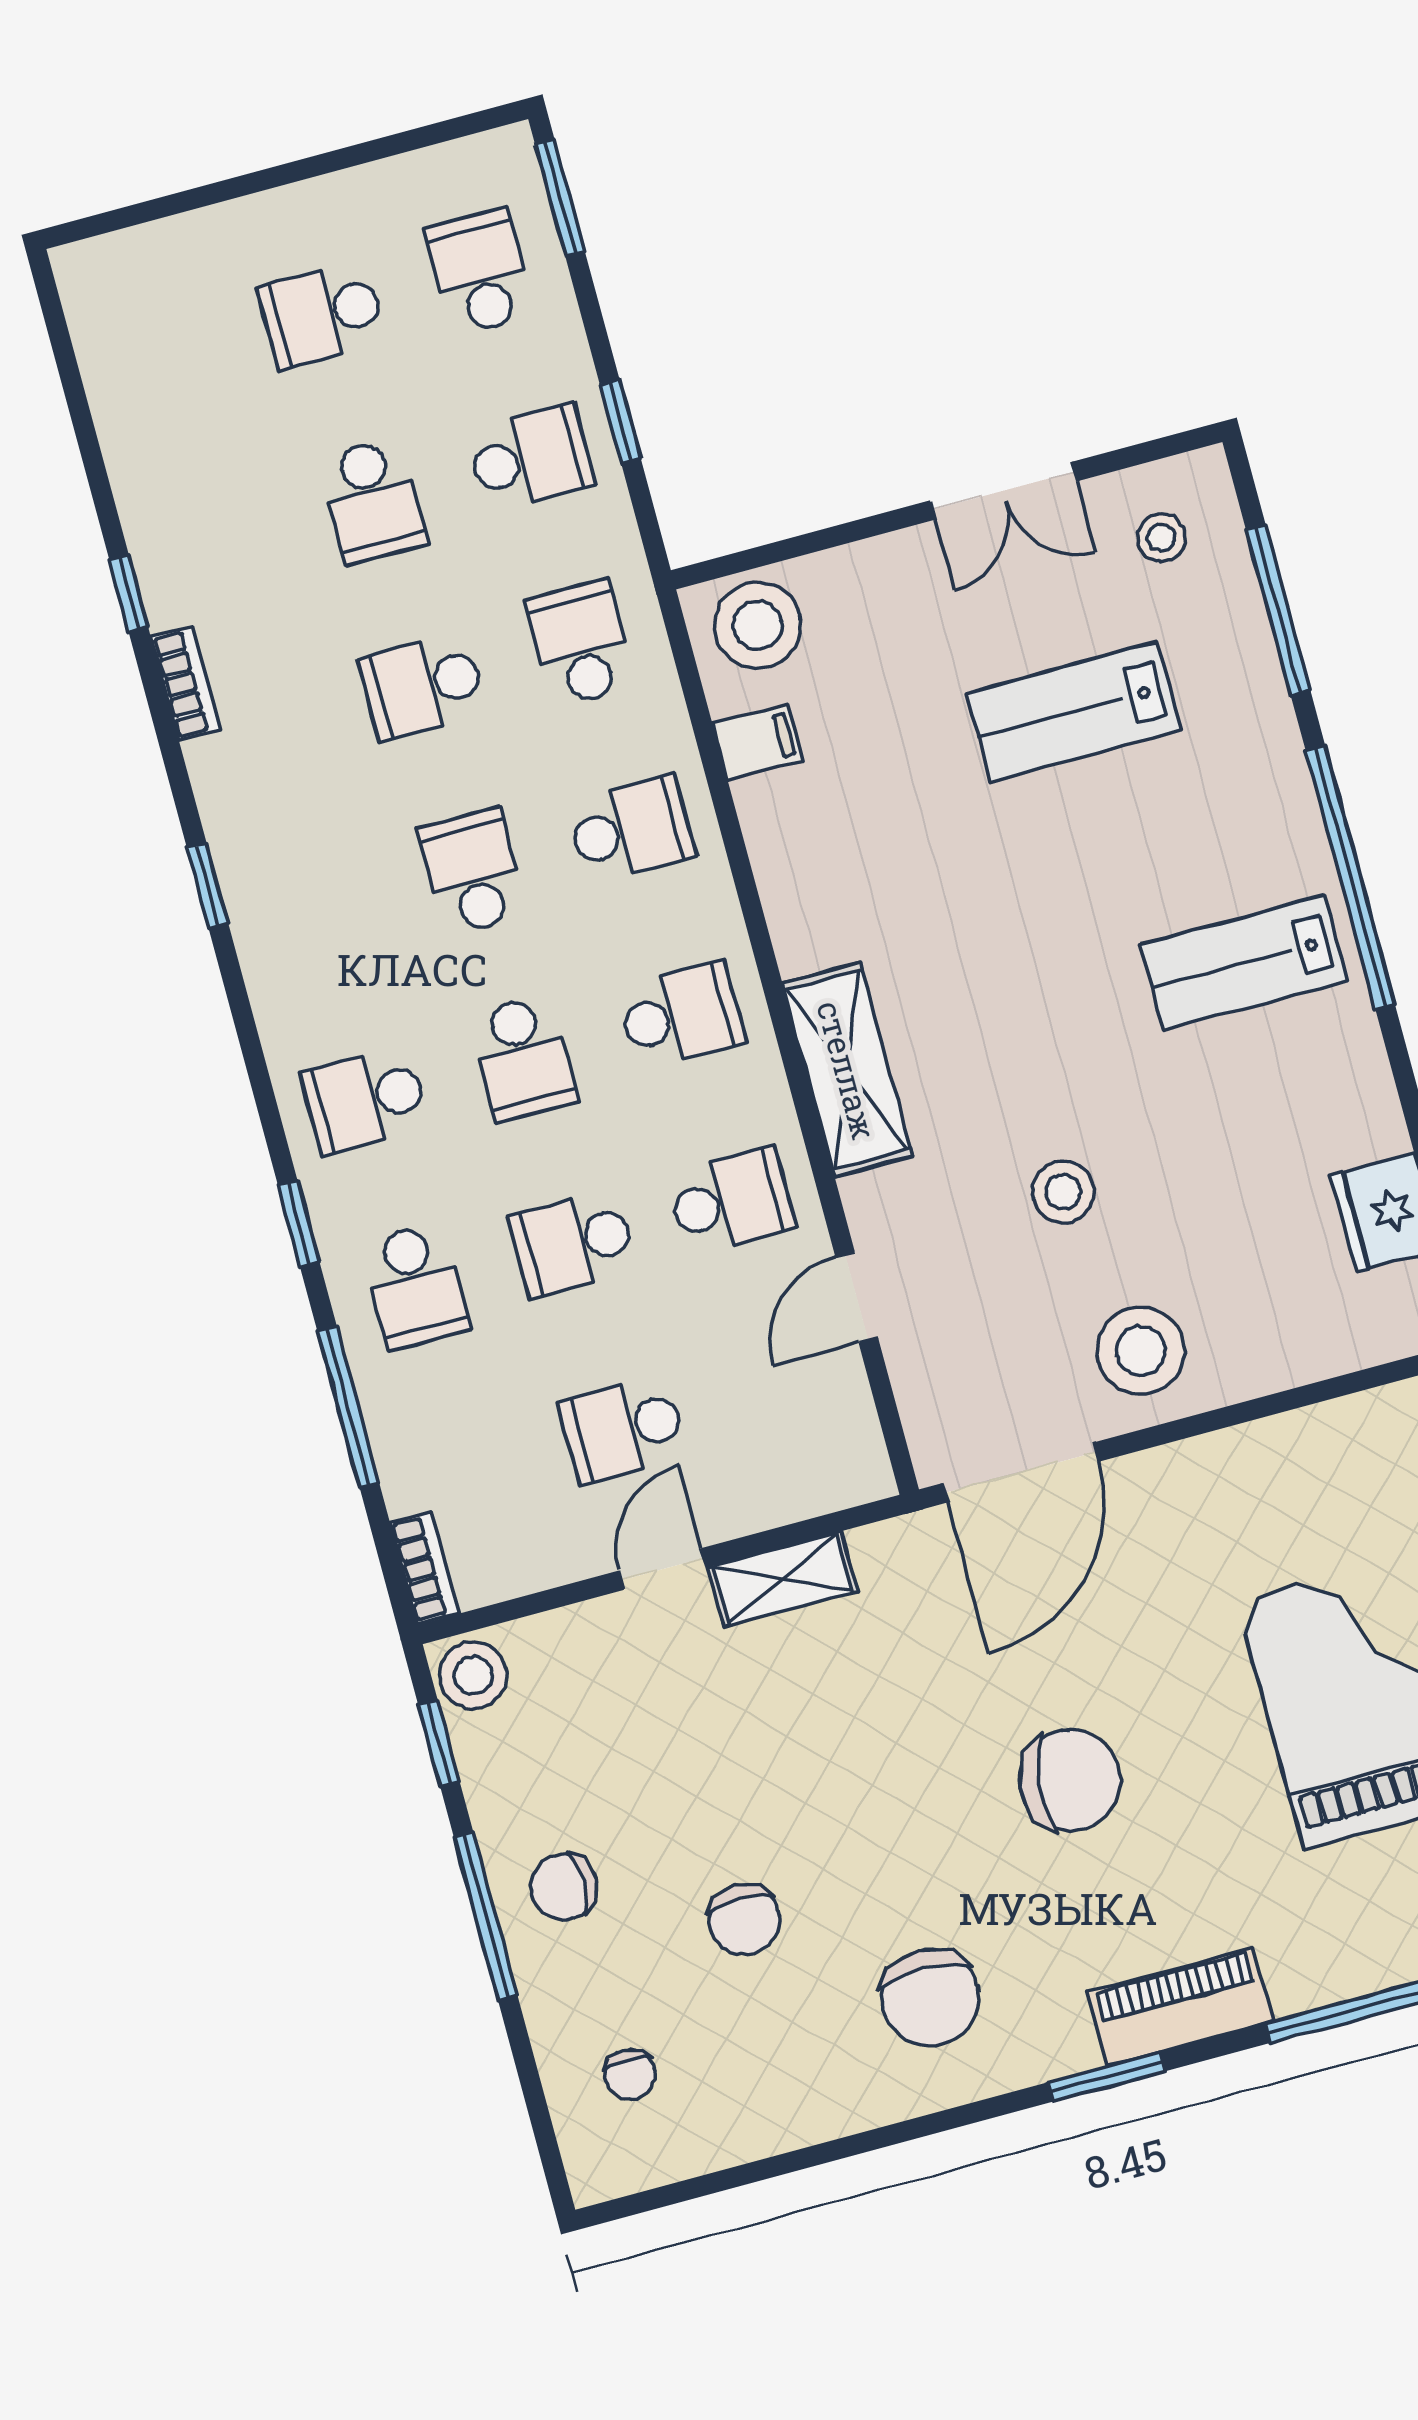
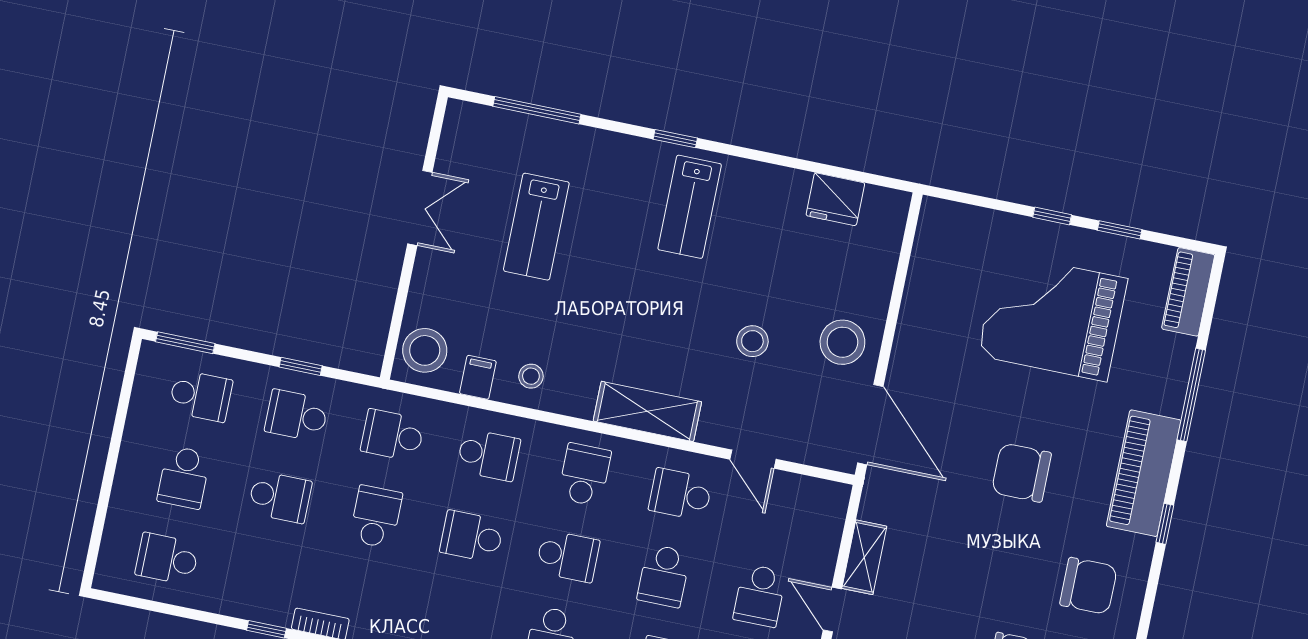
school desk: (480, 272) -> (201, 396), turned 180
school desk: (165, 357) -> (167, 559), added
school desk: (530, 458) -> (297, 416), turned -90
stool: (1162, 538) -> (531, 376), moved
school desk: (423, 686) -> (376, 517), turned 180
school desk: (631, 829) -> (489, 455), turned 90
window: (1350, 878) -> (675, 139), width x0.32
school desk: (731, 1201) -> (680, 494), turned -90
chair: (1070, 1780) -> (1022, 473), turned -96
piano: (1180, 2007) -> (1144, 473), width x1.37, depth x1.33
window: (1107, 2077) -> (1165, 524), width x0.67

